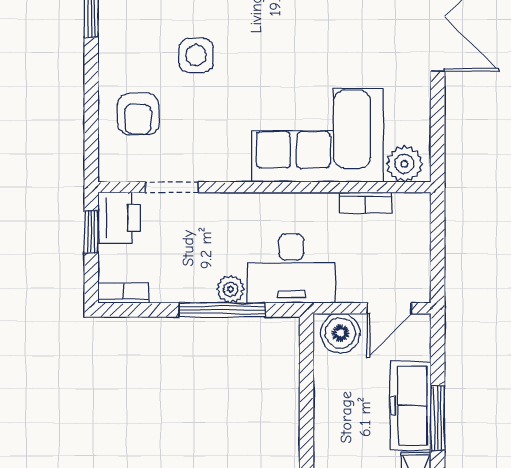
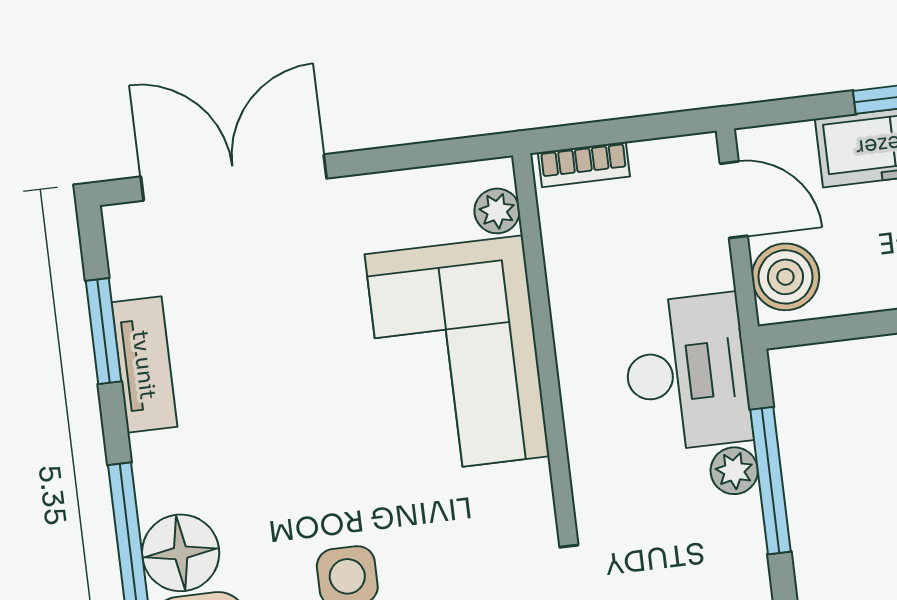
plant: (404, 164) -> (497, 211), width x0.73, depth x0.73
bookcase: (366, 203) -> (584, 164), moved, turned 90

